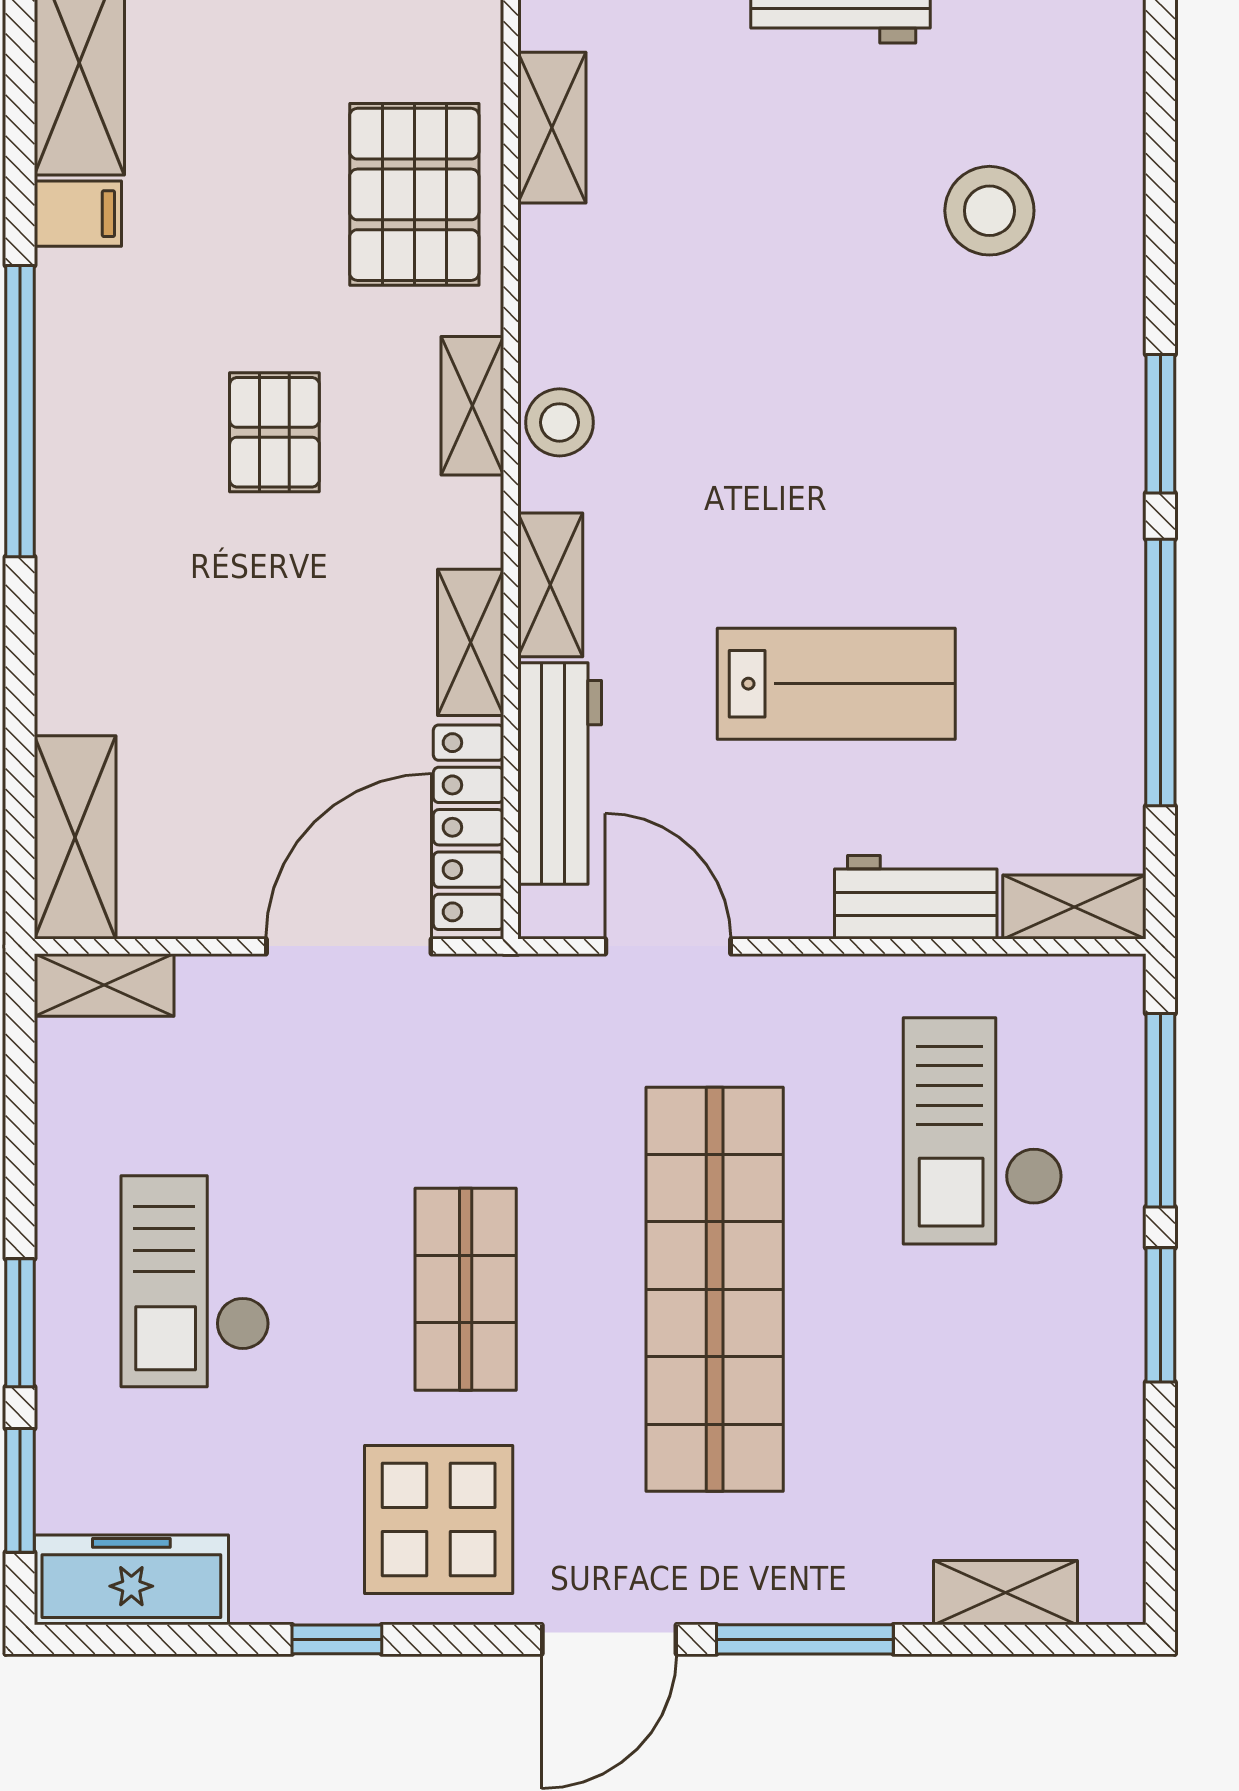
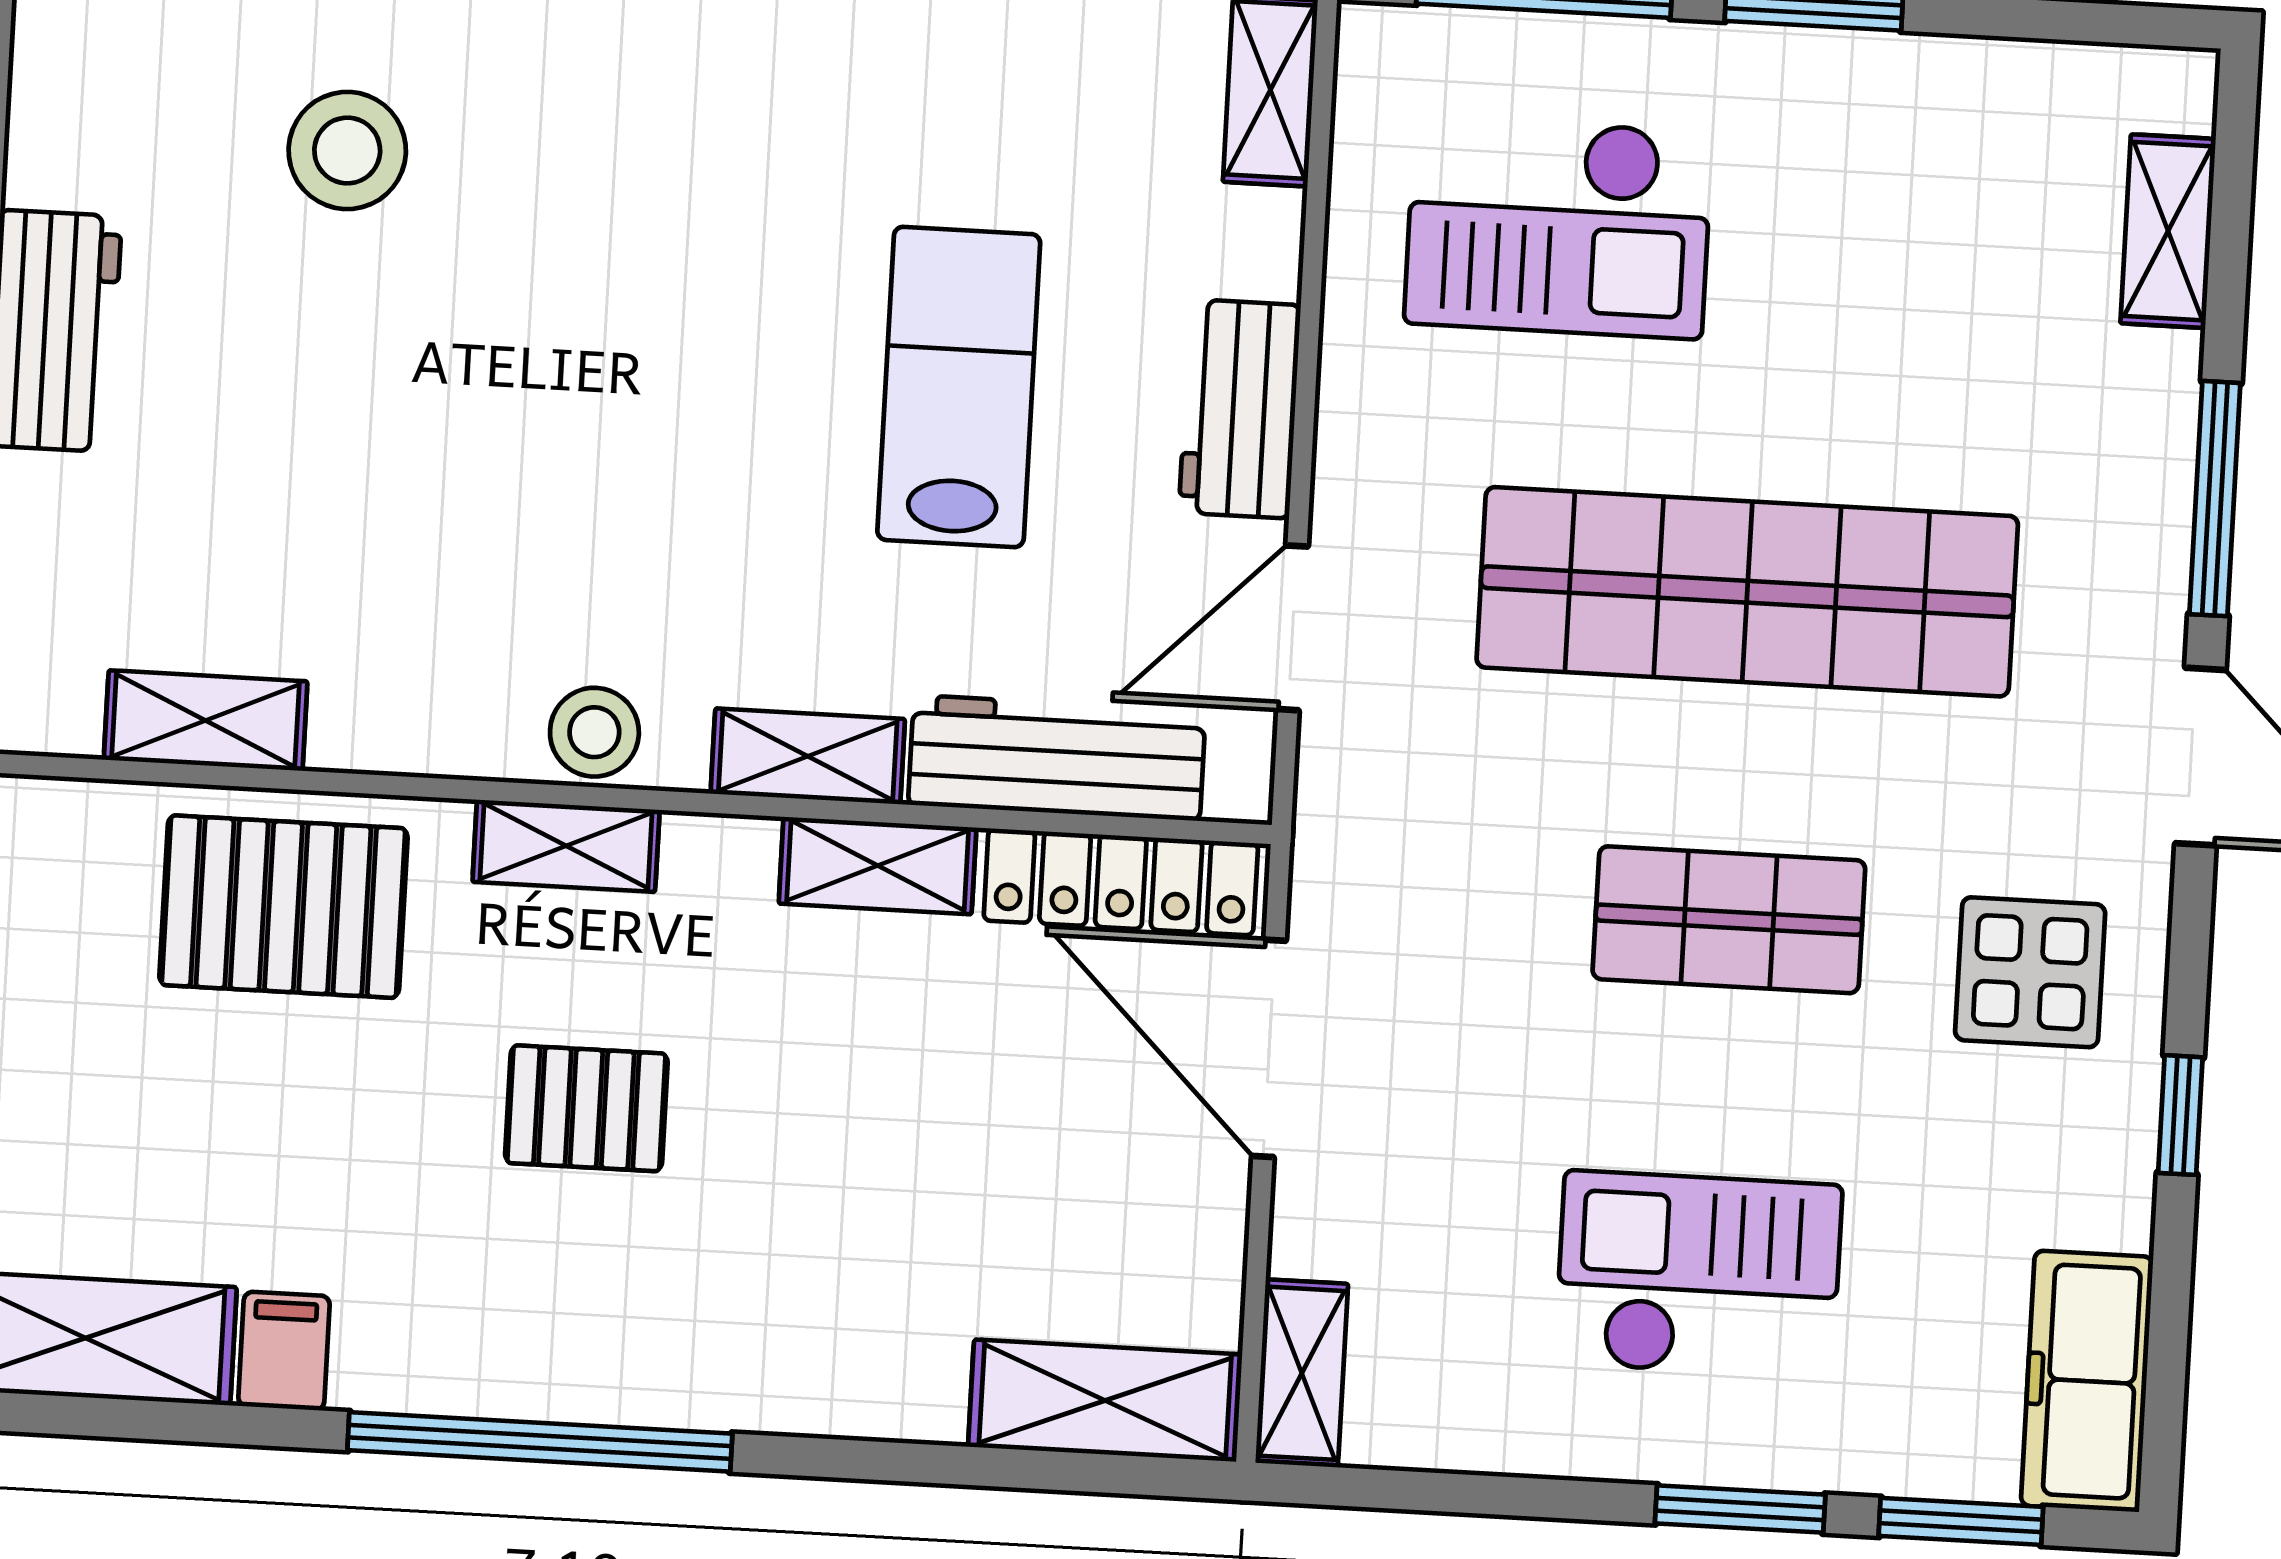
workbench: (916, 897) -> (1240, 409), moved
checkout: (195, 1281) -> (1698, 1275), turned 180
display table: (439, 1520) -> (2030, 972), width x0.73, depth x0.73

